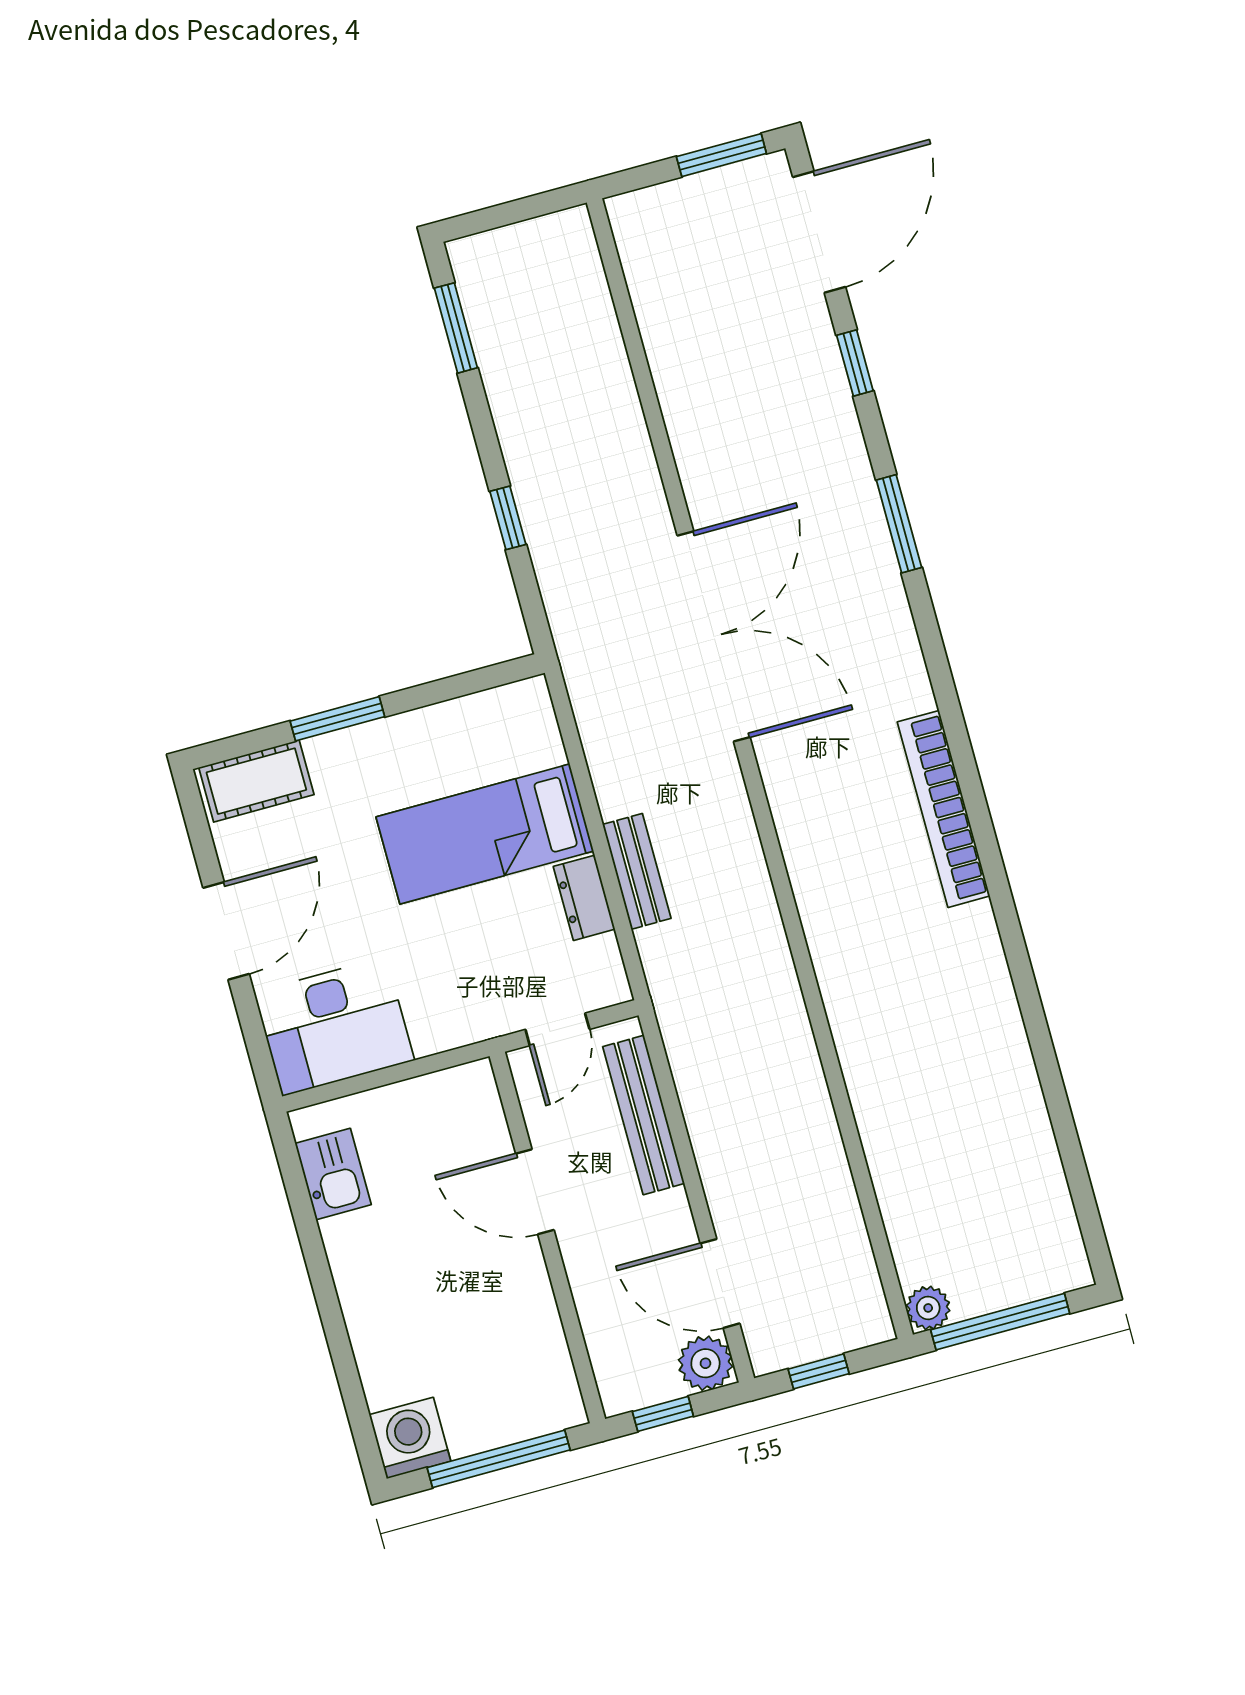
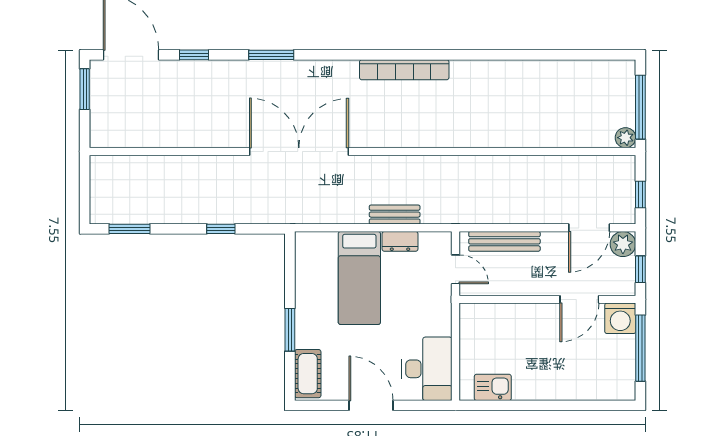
door: (535, 1192) -> (579, 299), moved
washing machine: (410, 1438) -> (620, 318), moved, turned -90

